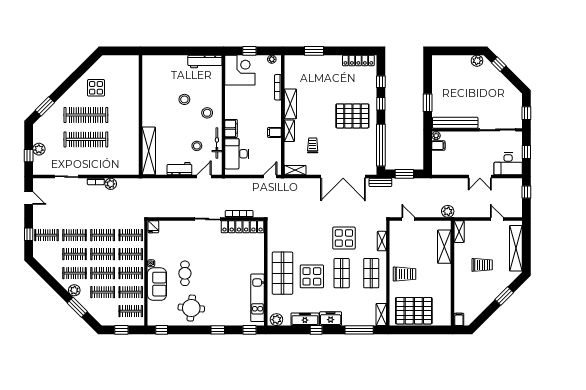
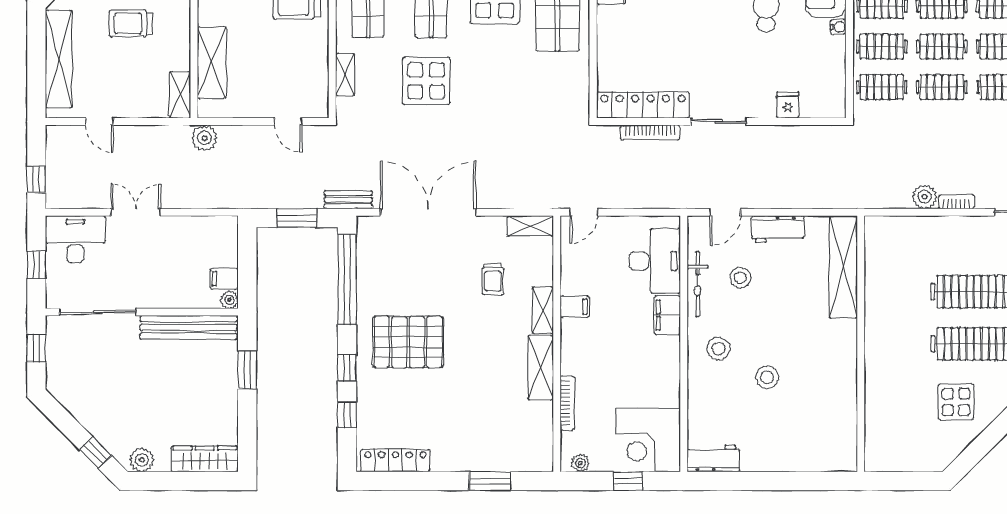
workbench: (205, 61) -> (713, 458), width x0.73
wardrobe: (448, 61) -> (205, 459), added
fridge: (153, 227) -> (788, 105), moved

